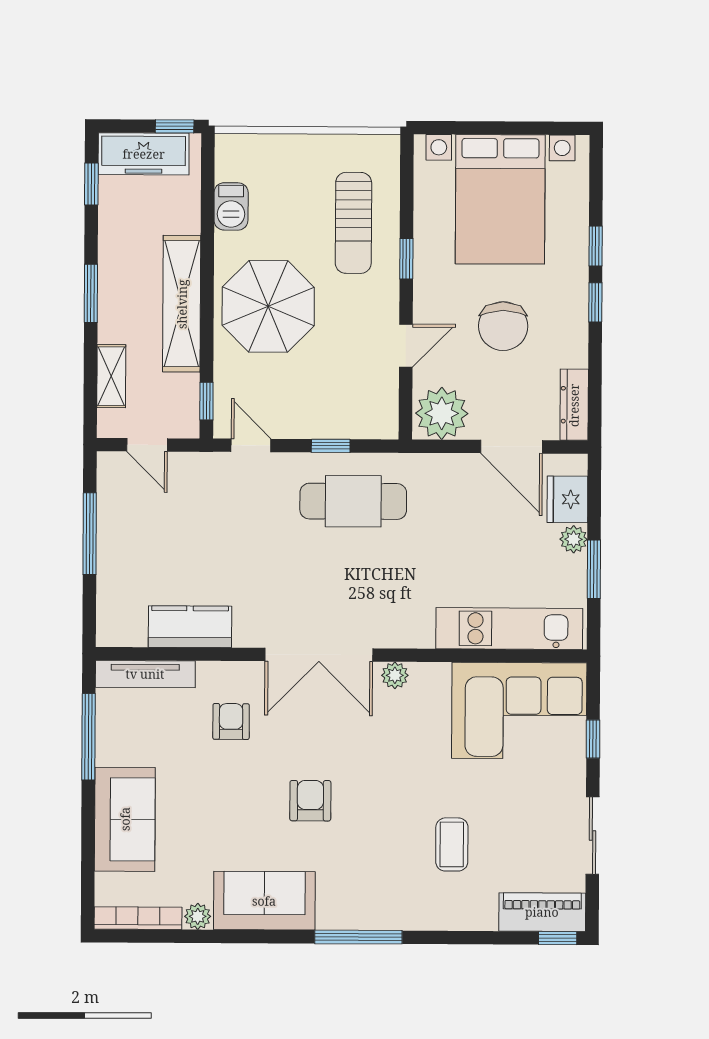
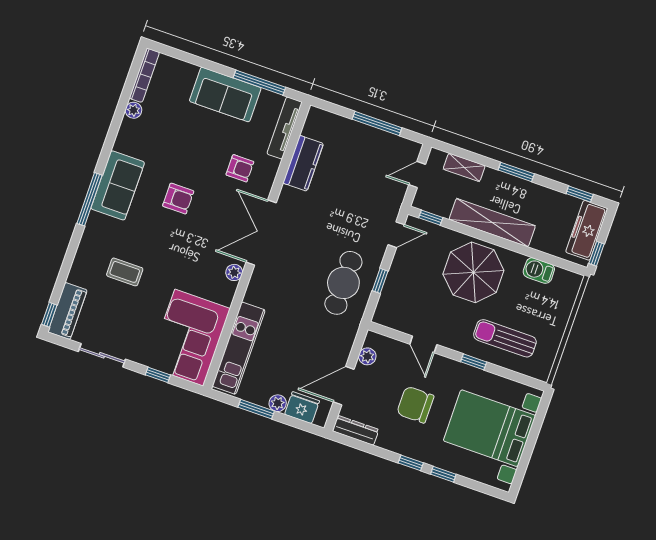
plant: (442, 413) -> (367, 356), width x0.53, depth x0.53
sofa: (125, 819) -> (225, 94), moved
sofa: (264, 901) -> (118, 185), moved

